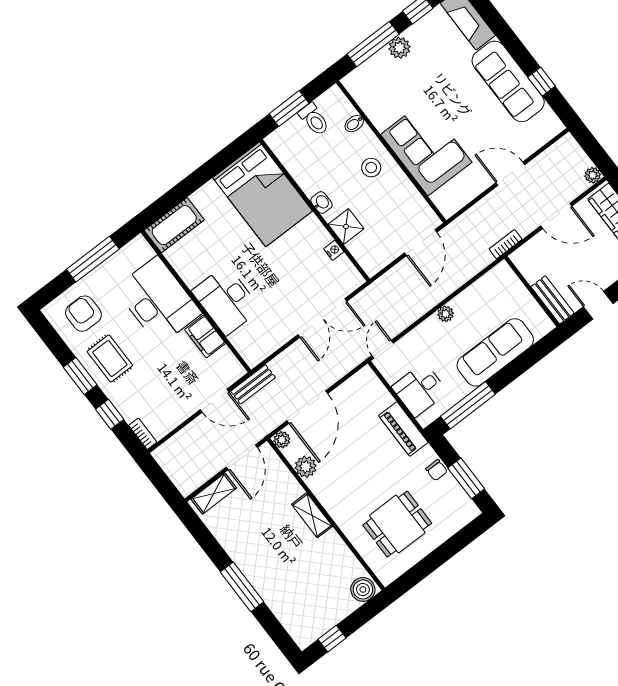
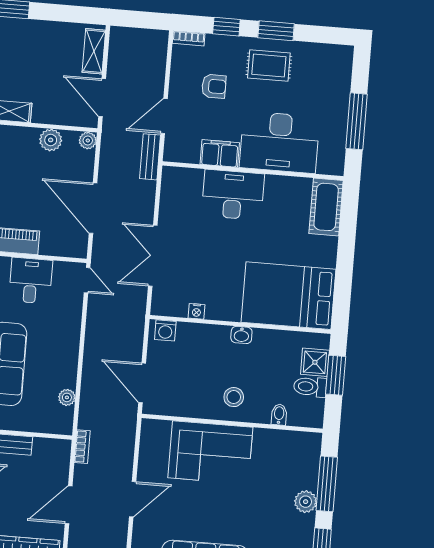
shower: (346, 226) -> (315, 362), moved
washing machine: (368, 260) -> (165, 330), added
armchair: (83, 314) -> (214, 86), moved, width x0.72, depth x0.72
plant: (446, 314) -> (67, 397), moved
door: (307, 407) -> (93, 208), moved

